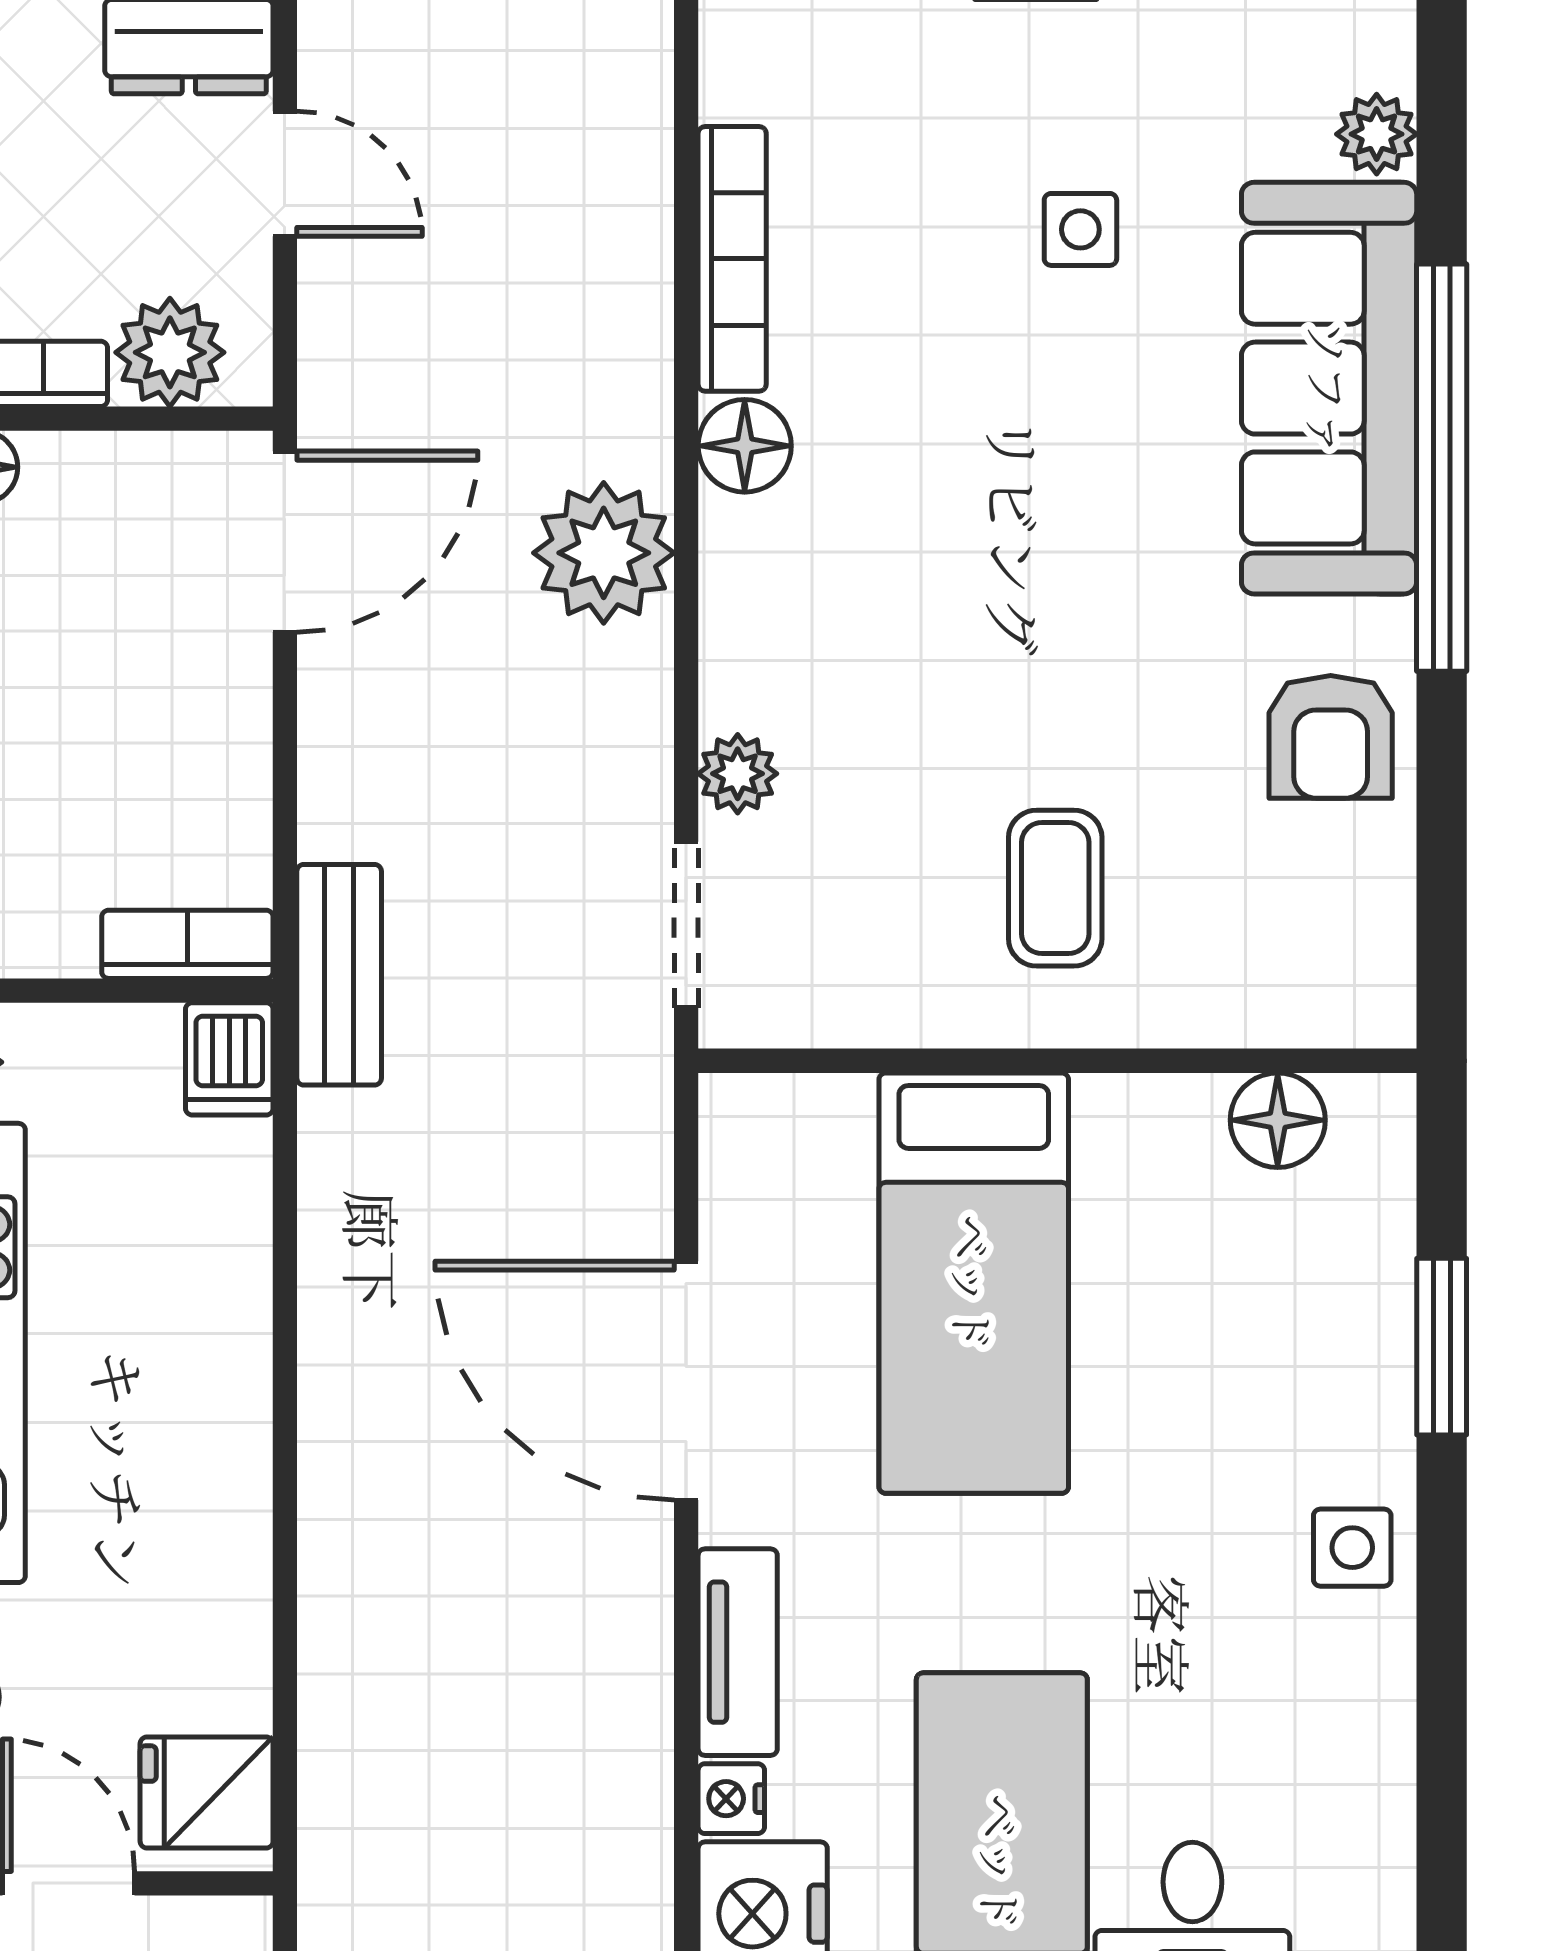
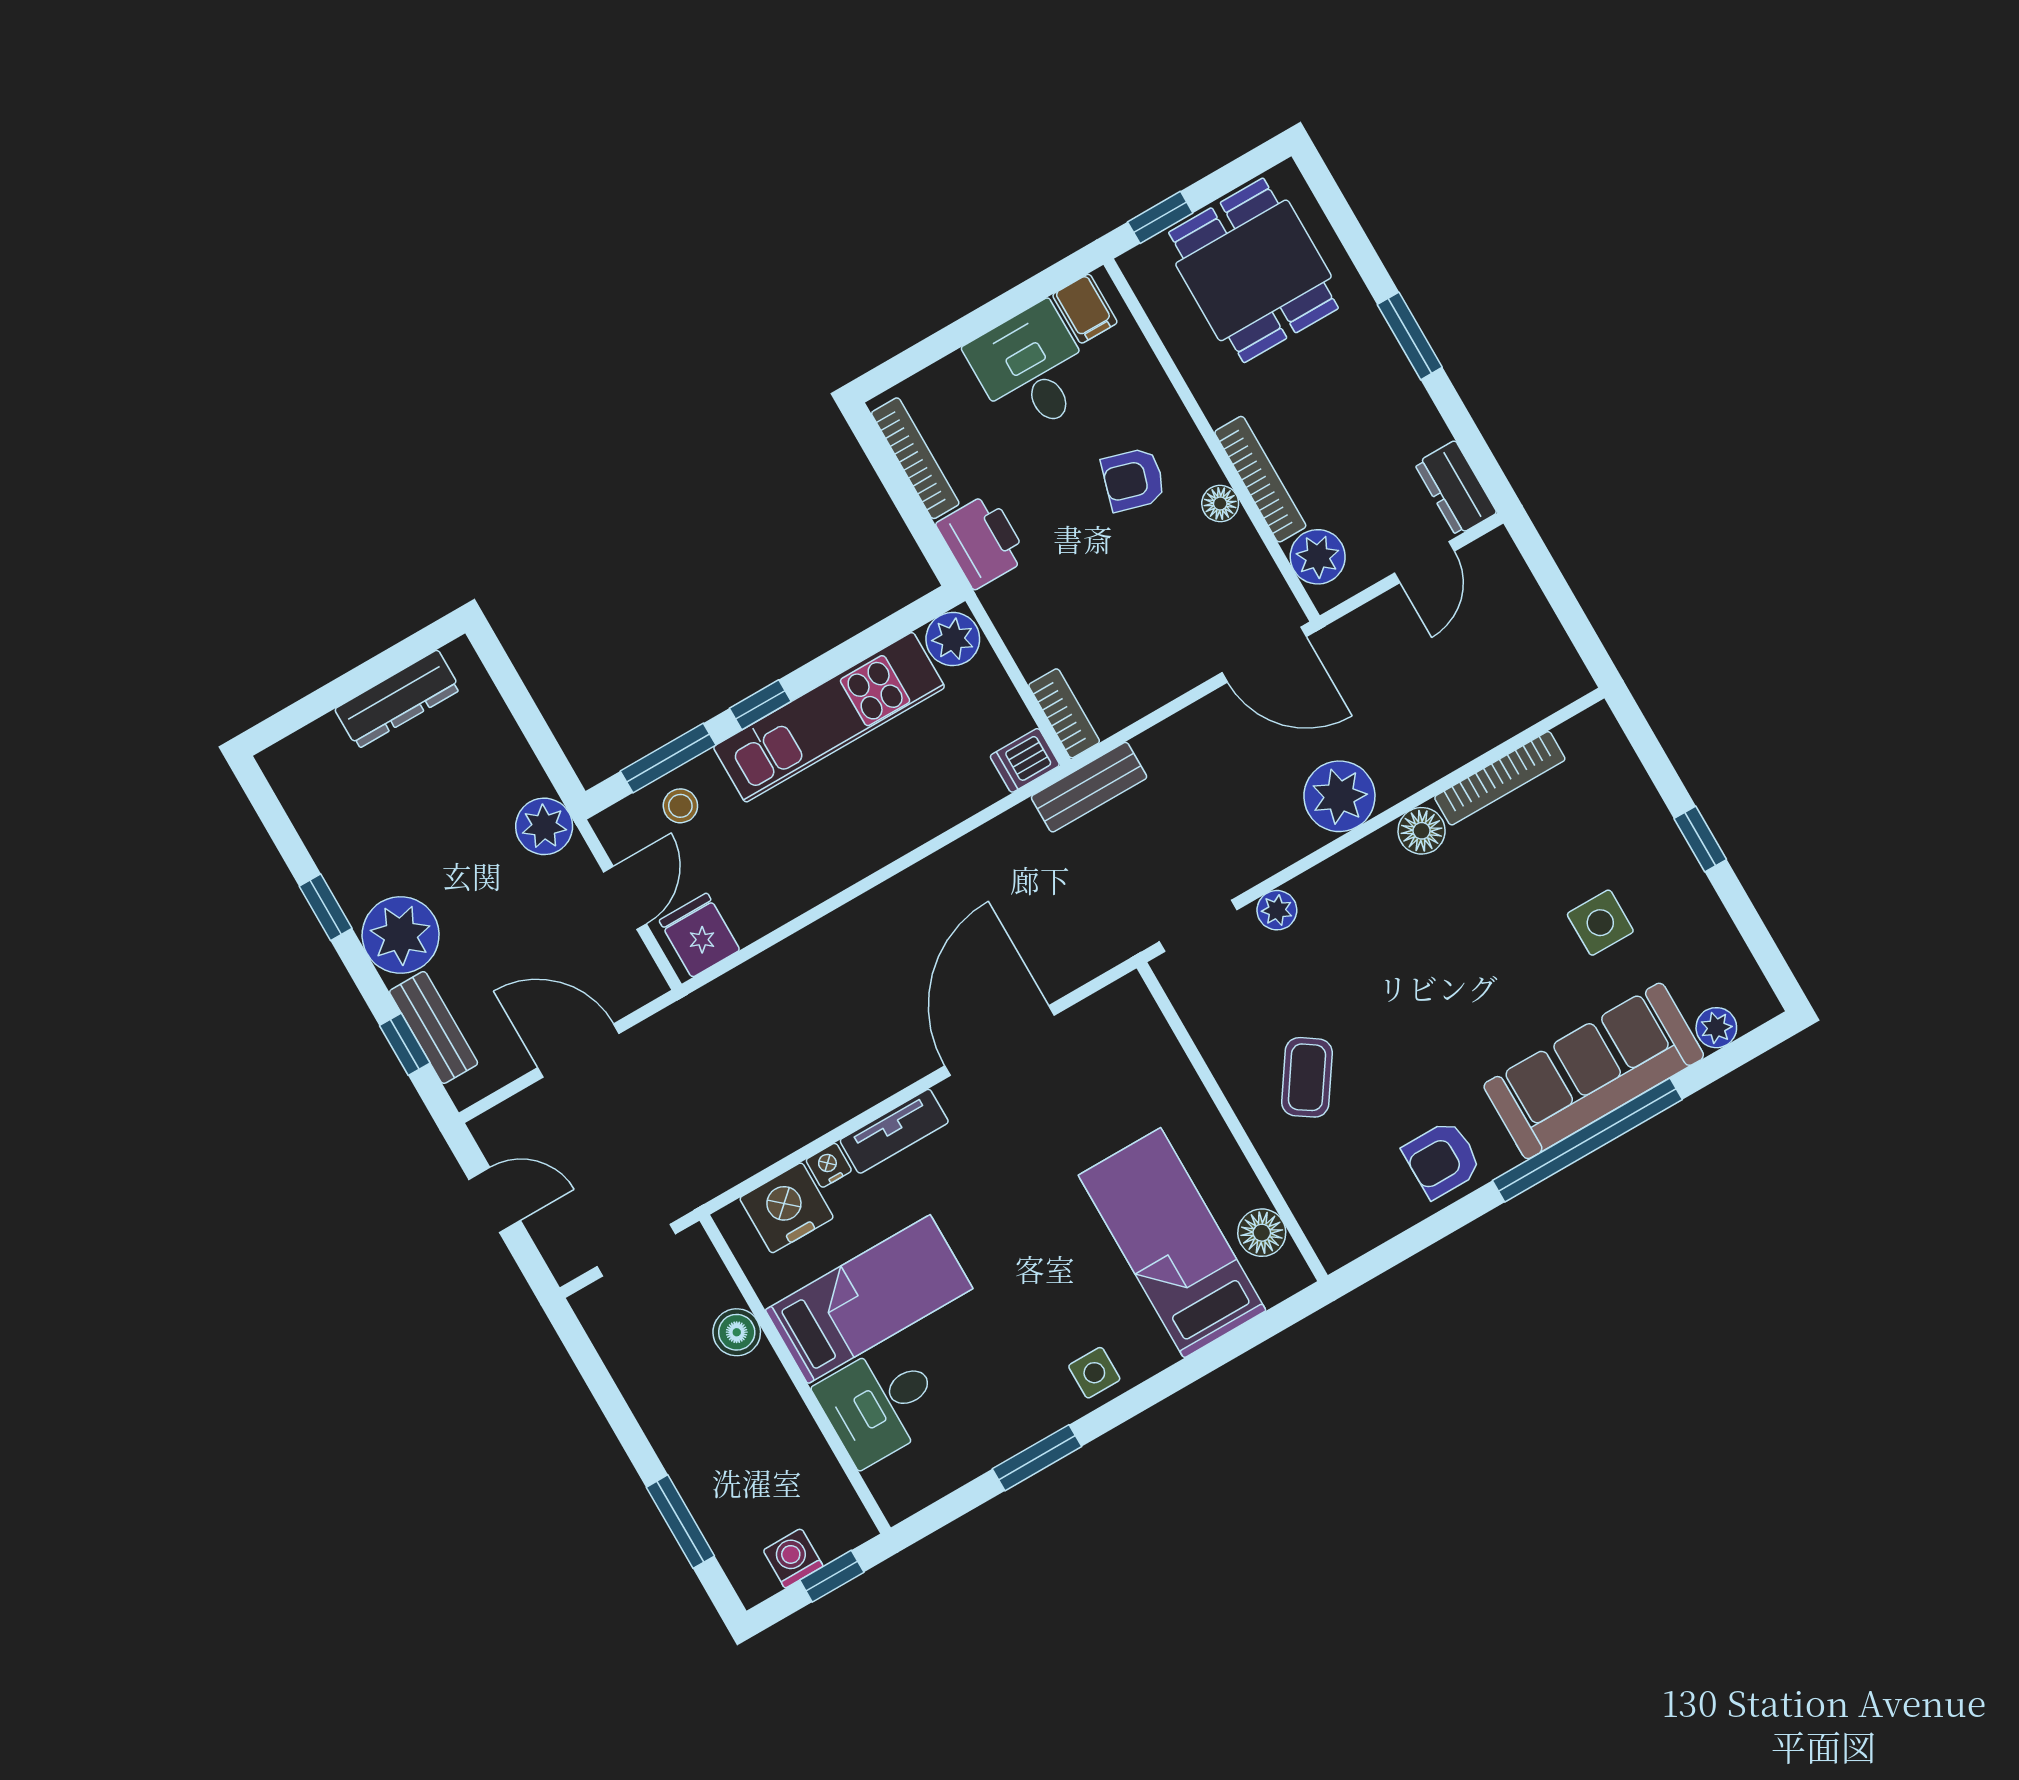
side table: (1080, 229) -> (1600, 923), width x1.37, depth x1.37
coffee table: (1055, 888) -> (1307, 1077), turned -56
bed: (974, 1283) -> (1172, 1243), moved, turned 90
window: (1442, 1347) -> (1037, 1458), moved

